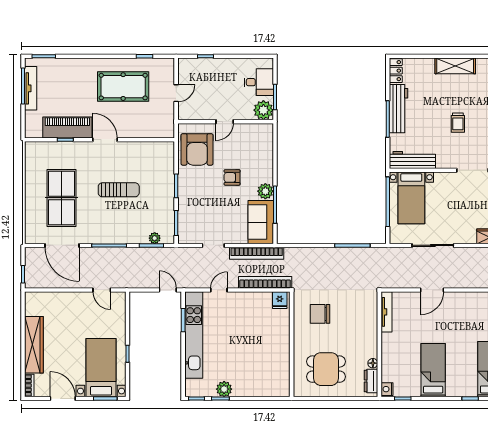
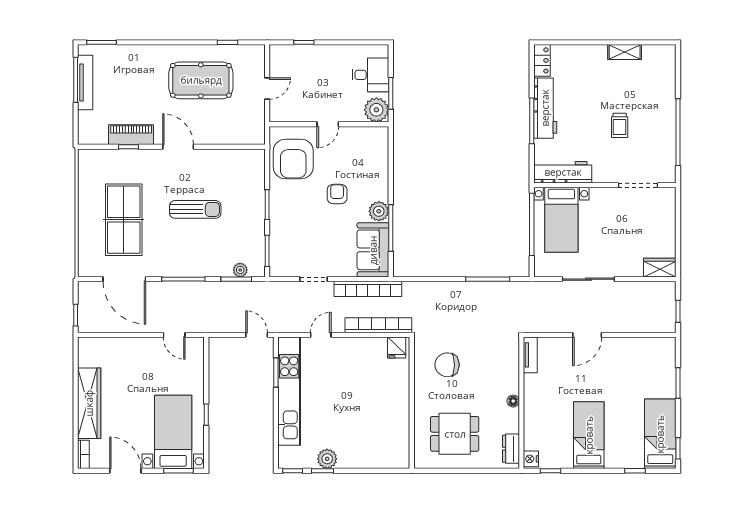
shelving: (455, 66) -> (625, 52), width x0.67, depth x0.75
piano: (67, 127) -> (131, 135), width x0.73, depth x0.75
armchair: (232, 177) -> (337, 194), turned 90
tv unit: (386, 312) -> (530, 355), width x0.71
floor lamp: (373, 363) -> (513, 401), moved

